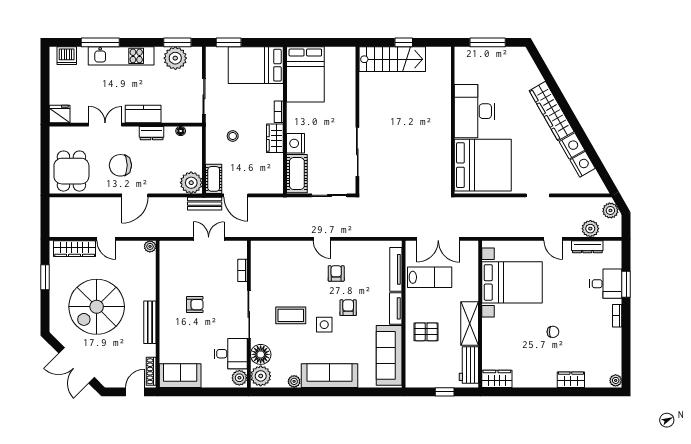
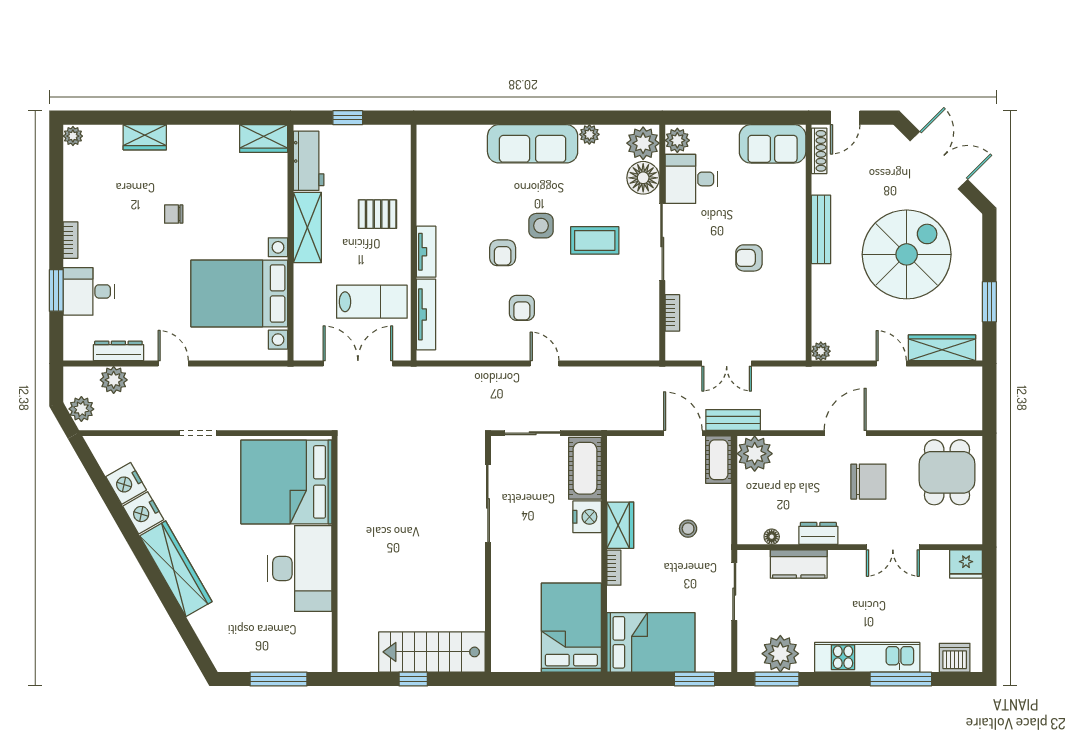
kitchen counter: (143, 114) -> (799, 564), moved
lab bench: (430, 277) -> (372, 302), turned 180
sofa: (389, 355) -> (437, 176), removed

